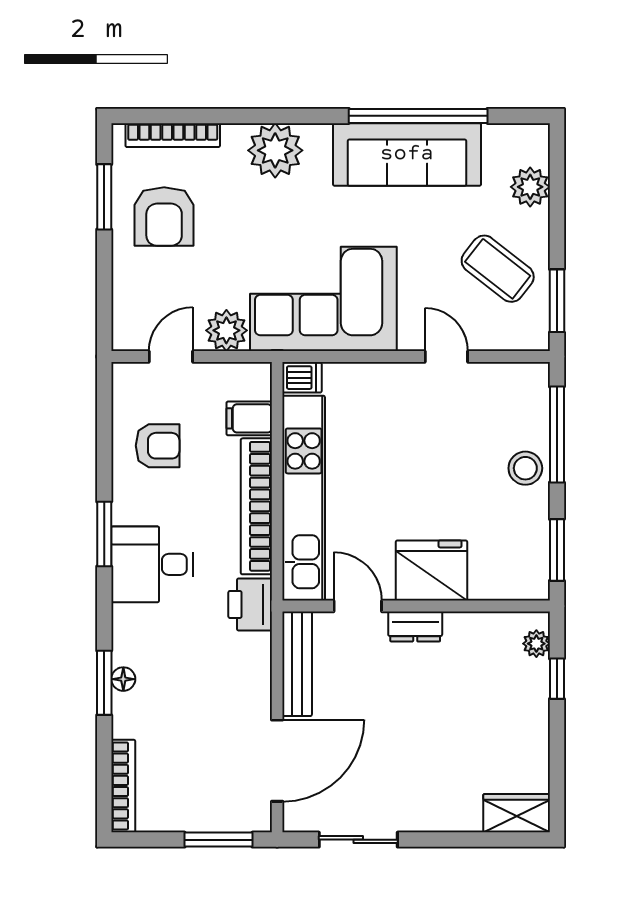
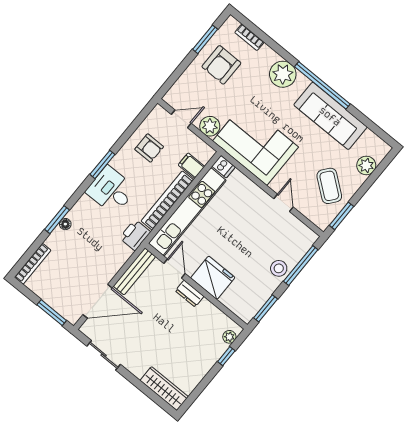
window: (418, 116) -> (322, 85), moved
bookcase: (173, 135) -> (249, 37), width x0.64
wardrobe: (517, 813) -> (164, 389), width x1.50

